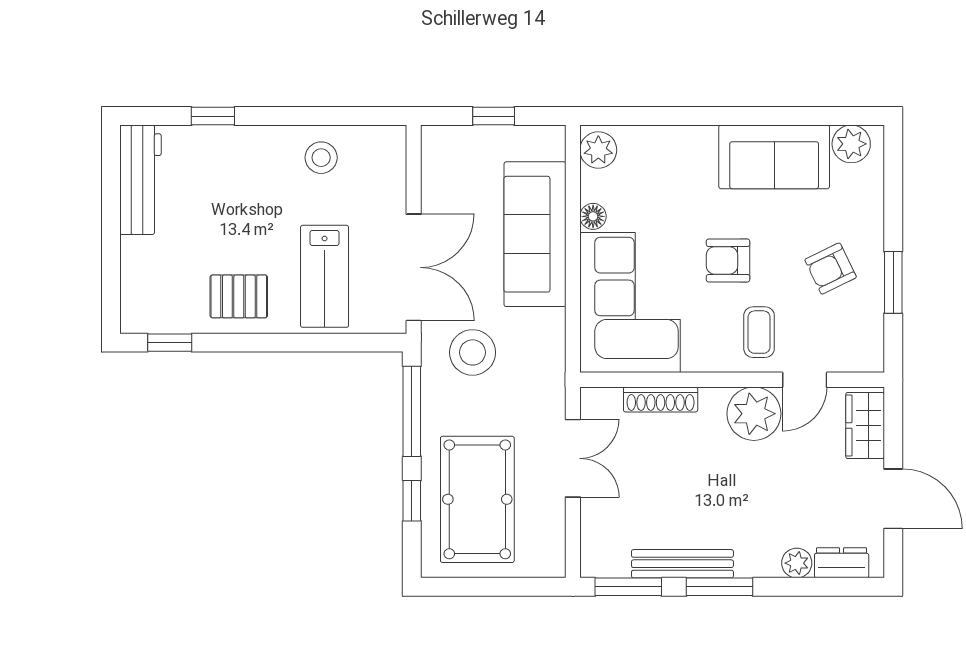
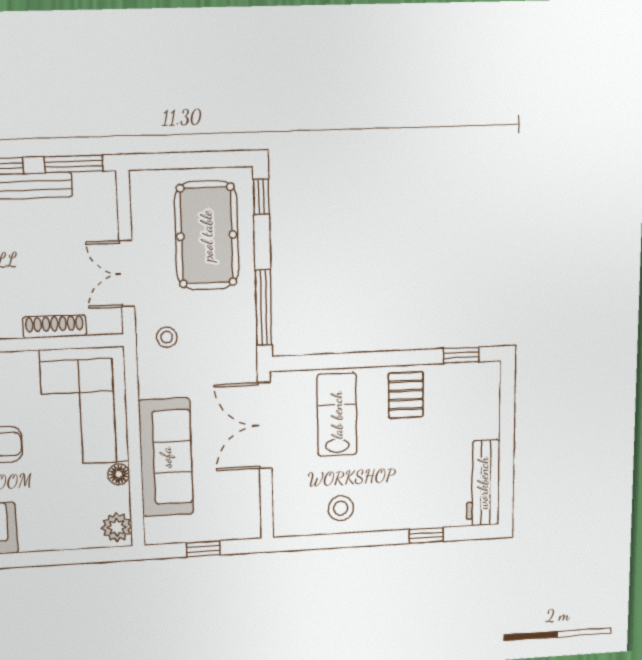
pallet: (239, 296) -> (406, 395), turned 90
stool: (473, 352) -> (167, 337), moved, width x0.53, depth x0.53
window: (412, 501) -> (261, 197), moved

